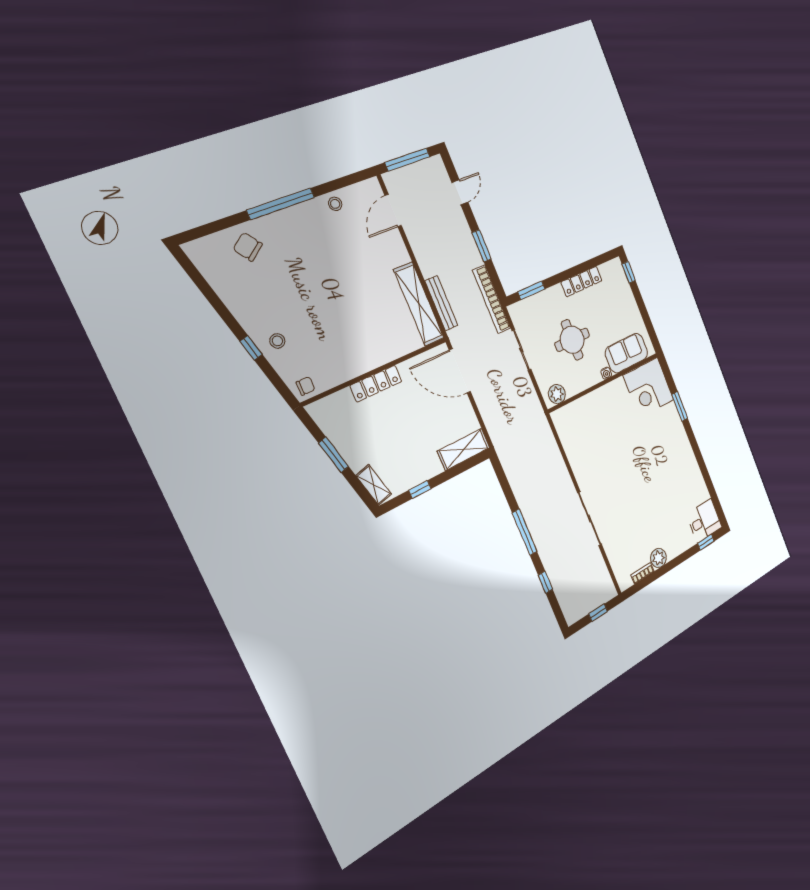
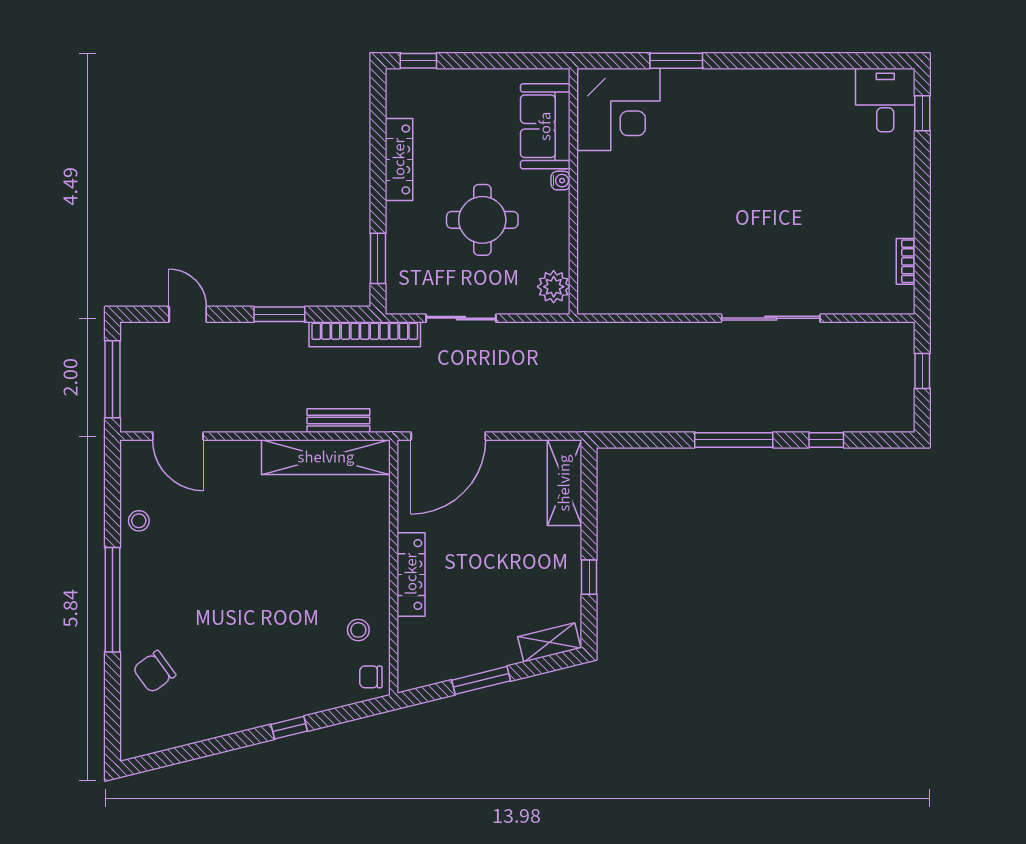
bench: (441, 303) -> (338, 421), width x0.73
stool: (277, 341) -> (358, 630), moved
chair: (306, 386) -> (371, 677), turned -90
plant: (659, 558) -> (898, 219), removed

